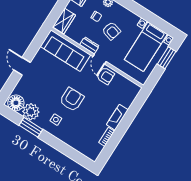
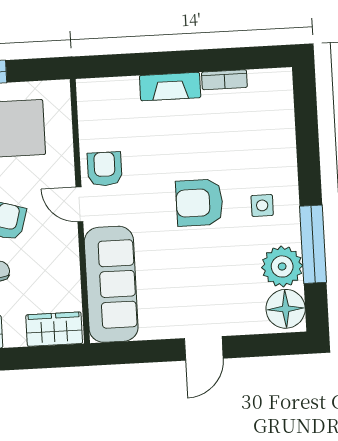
dresser: (89, 45) -> (67, 244), removed
door: (100, 59) -> (79, 204), swing flipped
window: (31, 127) -> (313, 244), width x1.44

